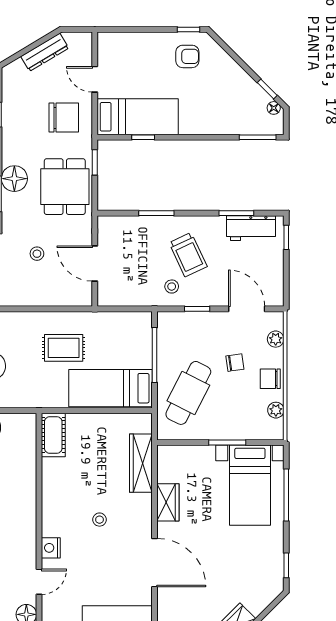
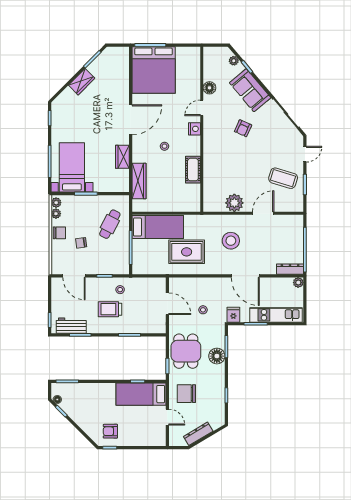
trolley: (188, 255) -> (110, 309), turned -65
plant: (276, 339) -> (56, 203), moved
rug: (64, 348) -> (187, 252), width x1.36, depth x1.43
cafe table: (188, 393) -> (110, 224), width x0.73, depth x0.74
cot: (53, 435) -> (193, 170), moved
door: (155, 563) -> (131, 120), swing flipped

